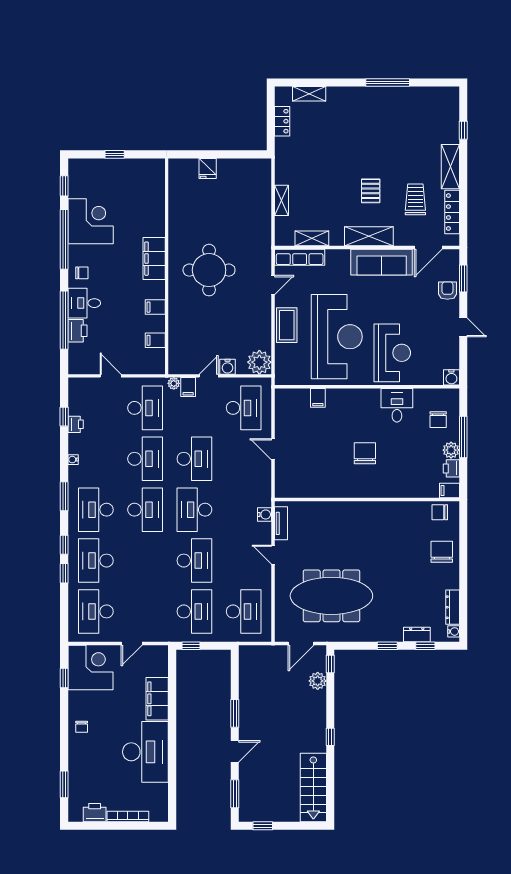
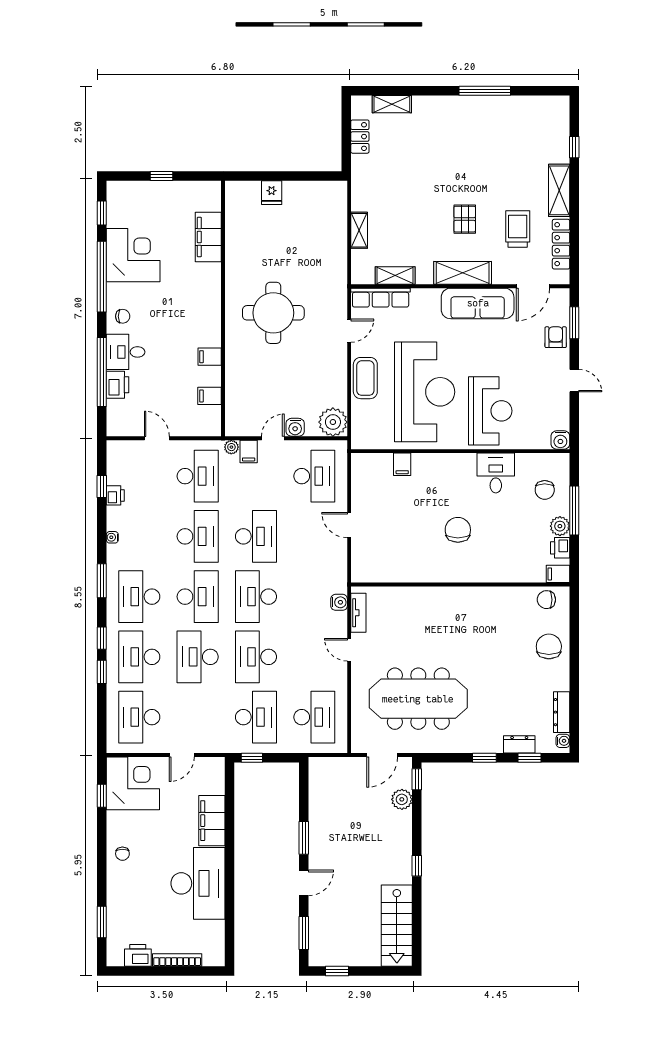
filing cabinet: (154, 259) -> (208, 237), moved
desk: (145, 561) -> (198, 657), added
desk: (194, 561) -> (256, 657), turned 180

